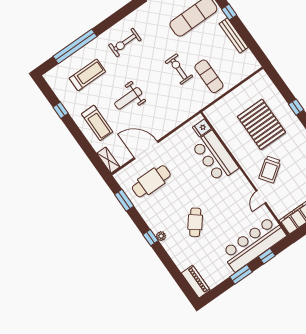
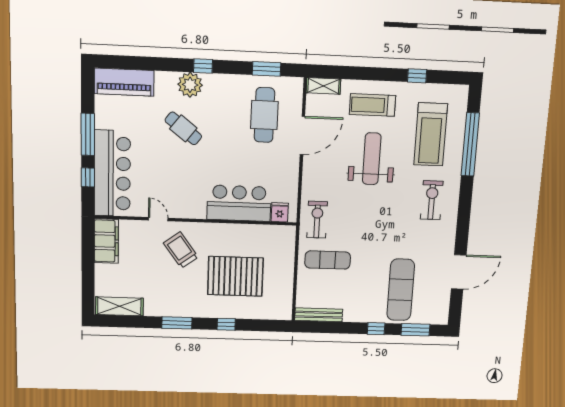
bench: (234, 36) -> (319, 315), moved
exercise bike: (179, 69) -> (317, 220), moved, turned -90
treadmill: (87, 75) -> (431, 134), width x1.37, depth x1.38
weight bench: (128, 98) -> (372, 159), width x1.36, depth x1.33
plant: (161, 236) -> (190, 85), width x1.87, depth x1.87
window: (241, 274) -> (88, 134), width x1.44
piano: (196, 282) -> (124, 82), width x1.37, depth x1.33

